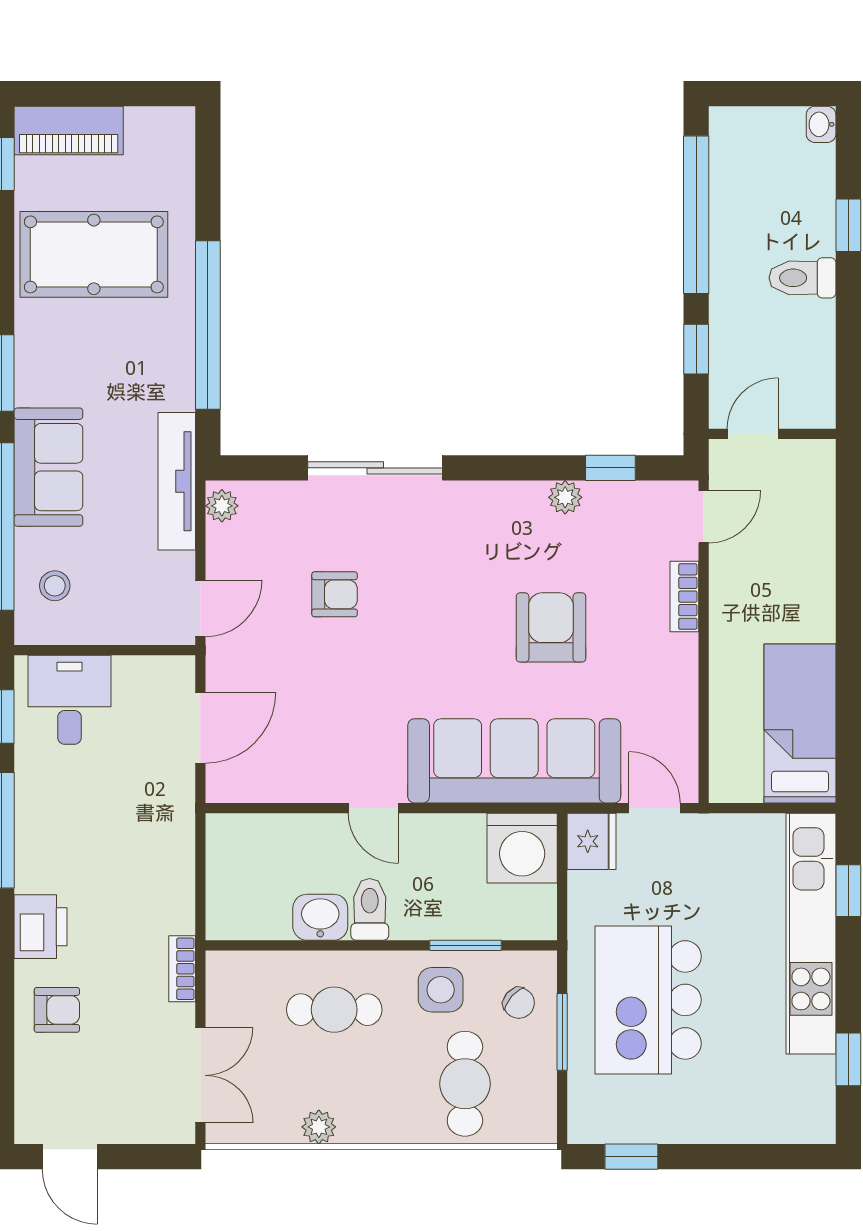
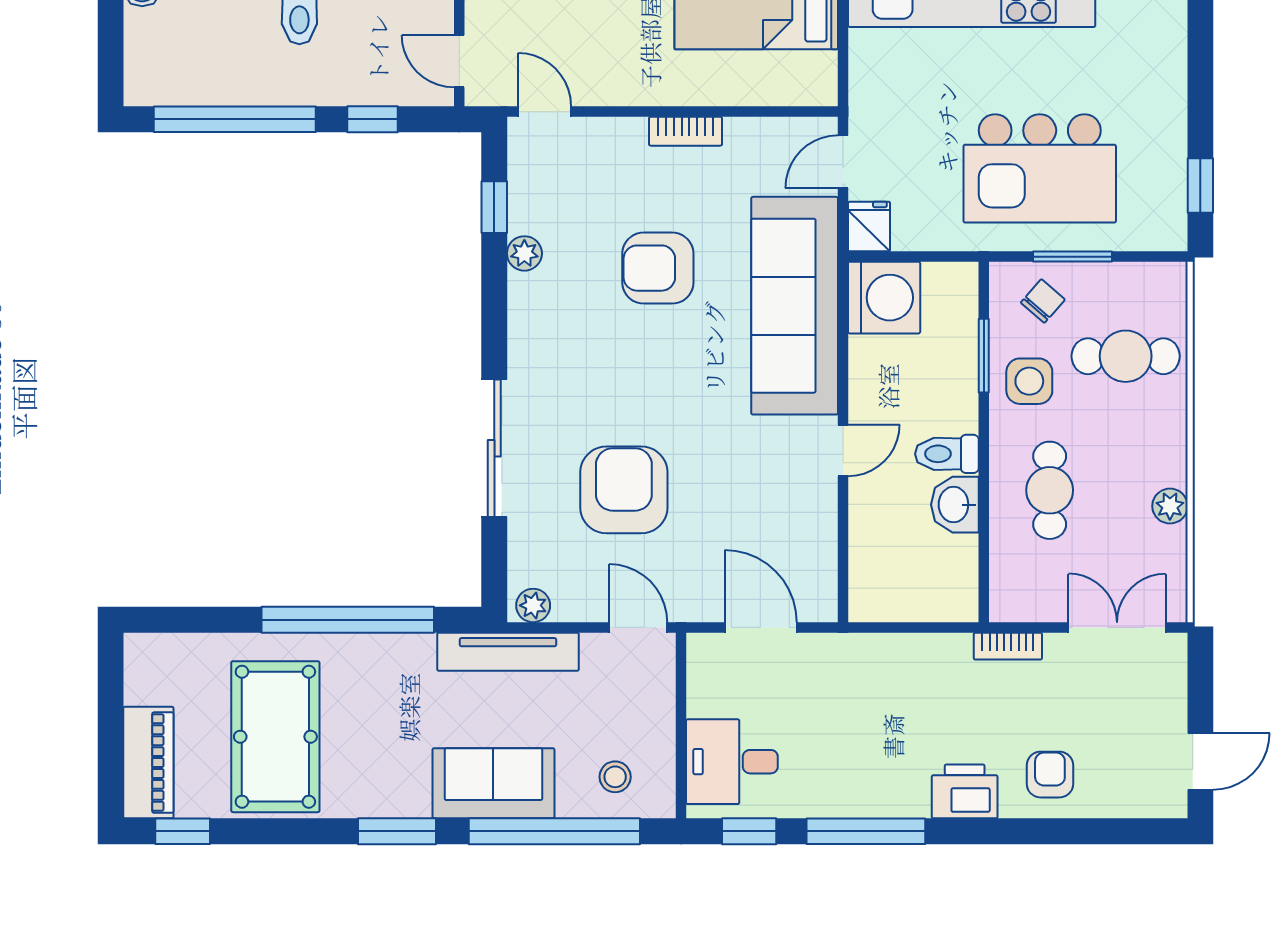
armchair: (335, 594) -> (624, 490), width x1.88, depth x1.88
bookcase: (684, 597) -> (686, 131), moved
fridge: (592, 841) -> (869, 226), width x0.72

